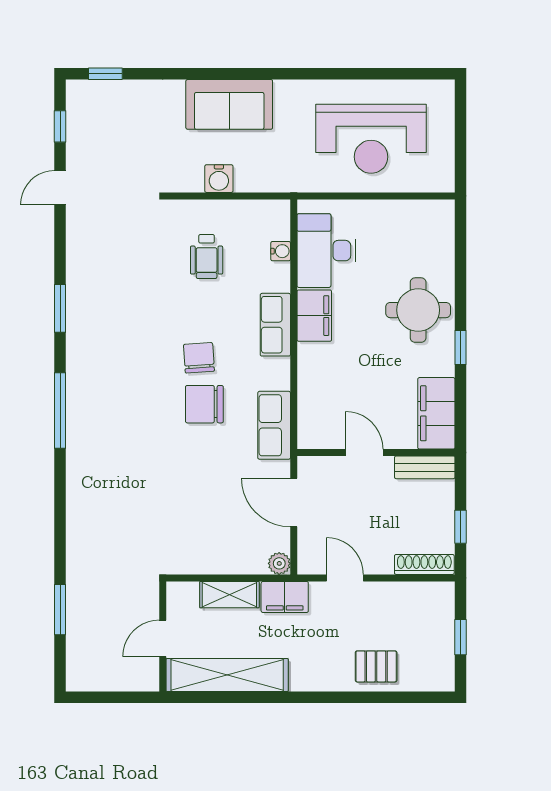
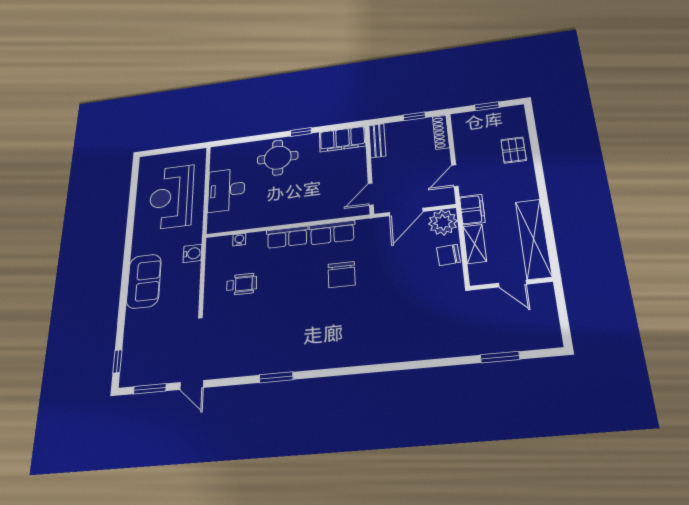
window: (60, 126) -> (150, 389), width x1.50
reception desk: (371, 139) -> (171, 197), turned 180
water cooler: (219, 179) -> (192, 253), moved
desk: (326, 251) -> (226, 190), moved, turned 90
filing cabinet: (314, 316) -> (281, 215), removed
chair: (199, 358) -> (448, 255), moved
window: (60, 410) -> (350, 371), removed
row of seats: (274, 425) -> (332, 233), moved
door: (364, 452) -> (371, 194), moved
plant: (279, 563) -> (443, 222), width x1.88, depth x1.88

